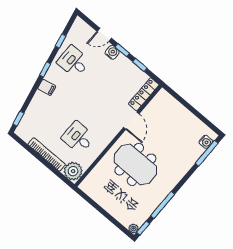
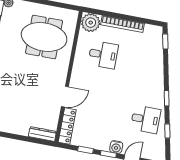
filing cabinet: (47, 87) -> (156, 83), removed
dresser: (169, 100) -> (42, 134), added
door: (131, 120) -> (65, 97), swing flipped
meeting table: (135, 164) -> (44, 37), moved

